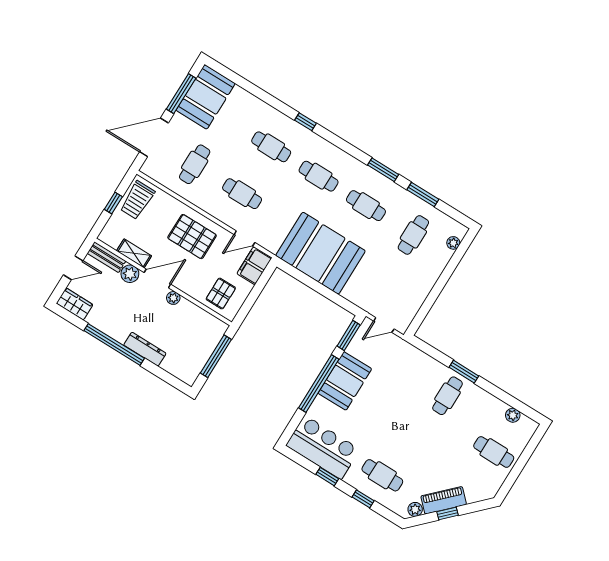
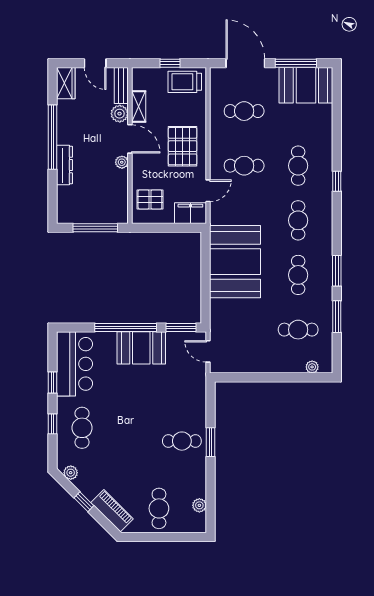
cafe table: (242, 194) -> (244, 166), turned 90
door: (244, 239) -> (208, 191), swing flipped
piano: (444, 500) -> (112, 511), moved

